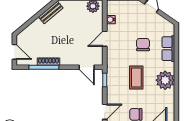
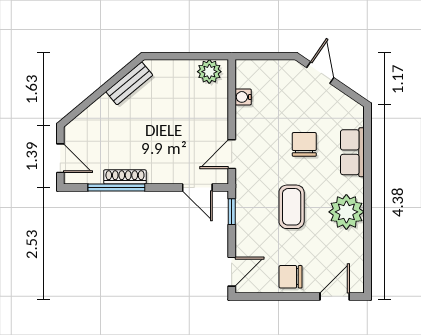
door: (105, 39) -> (232, 154), moved

